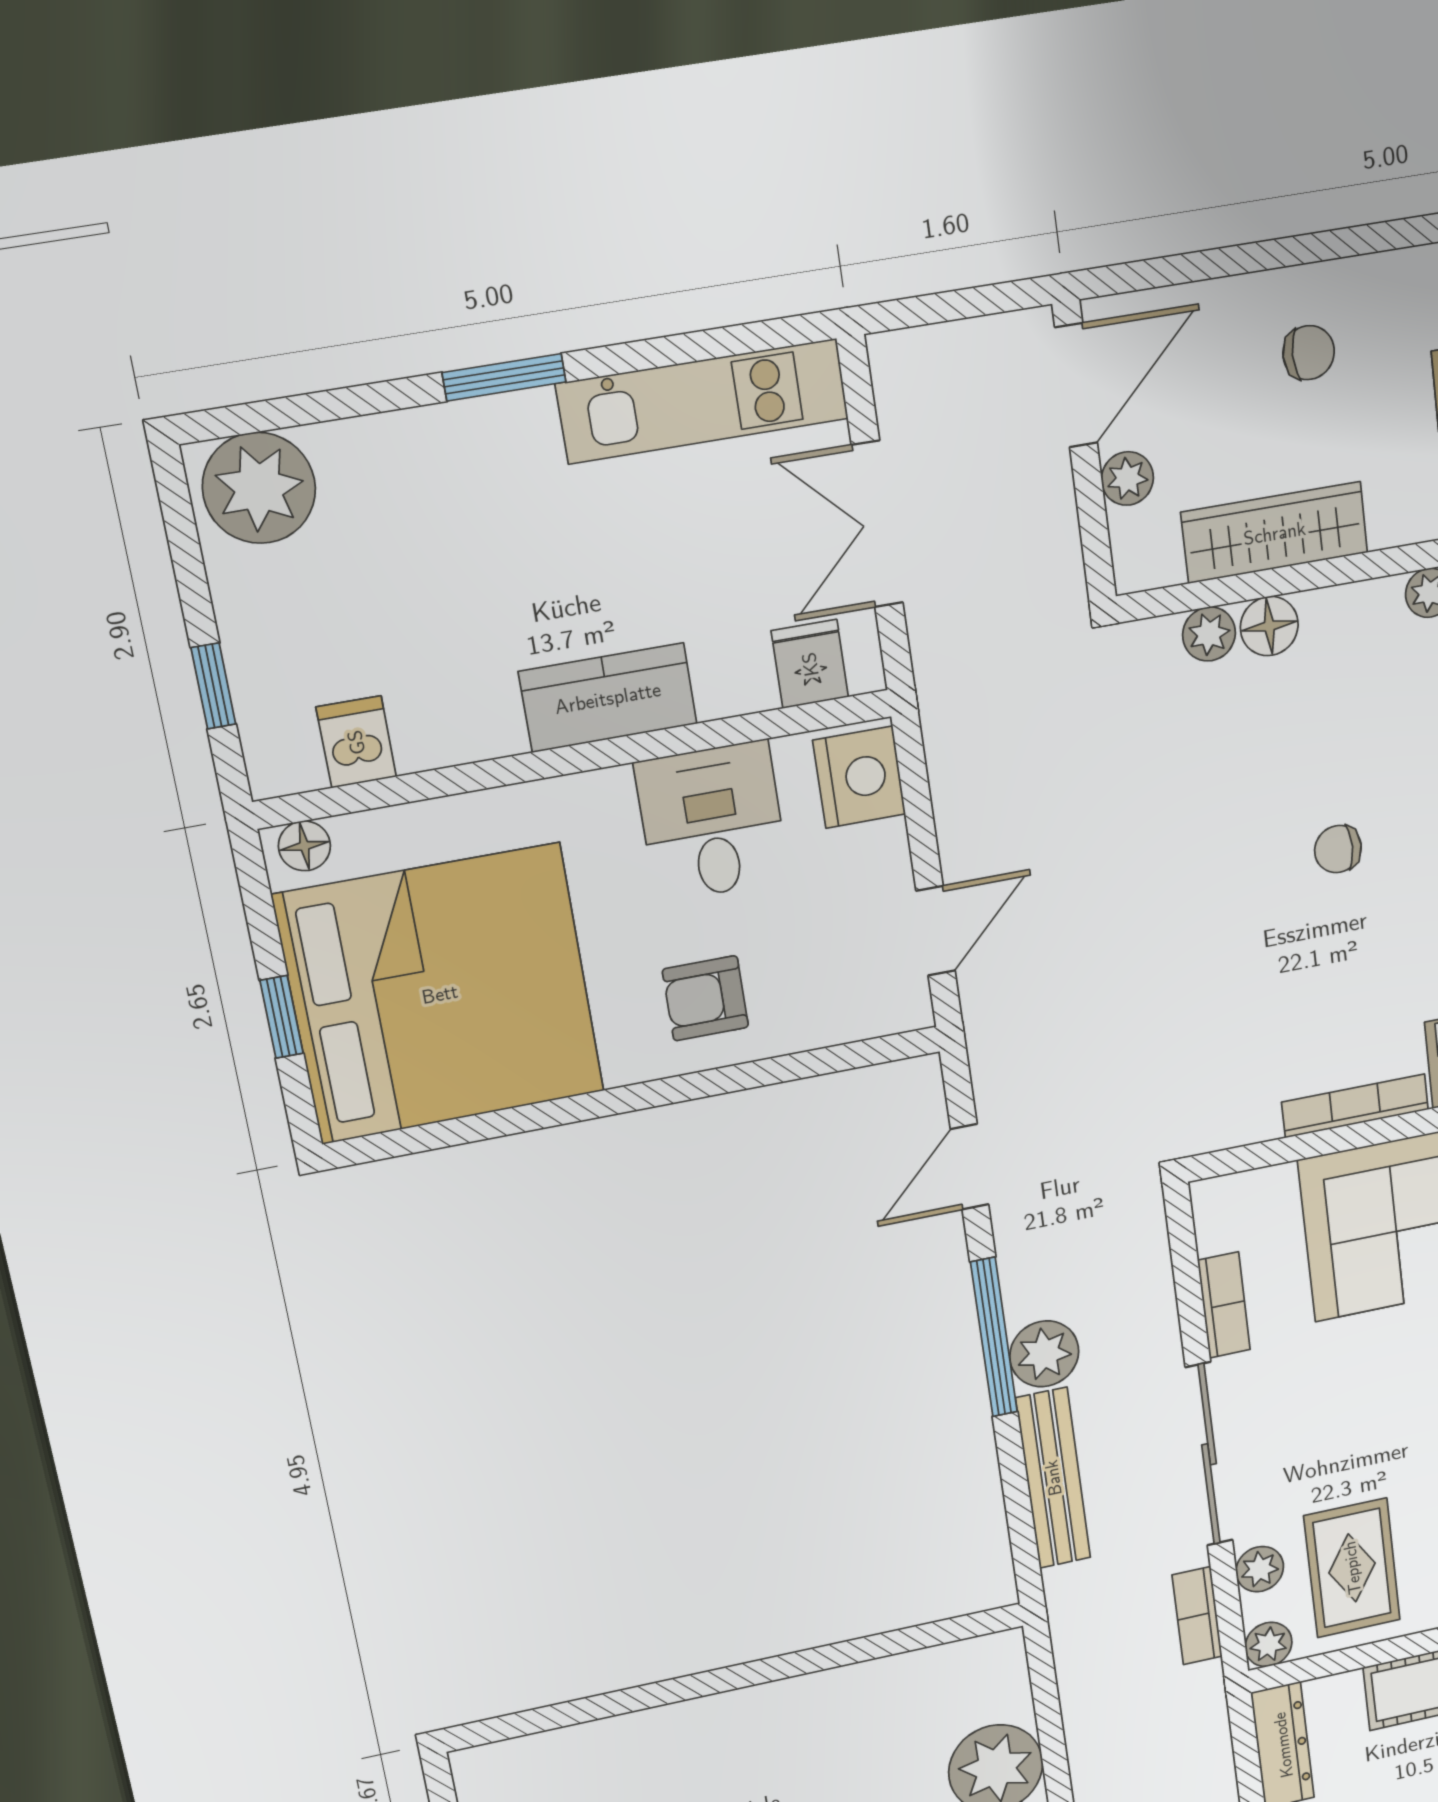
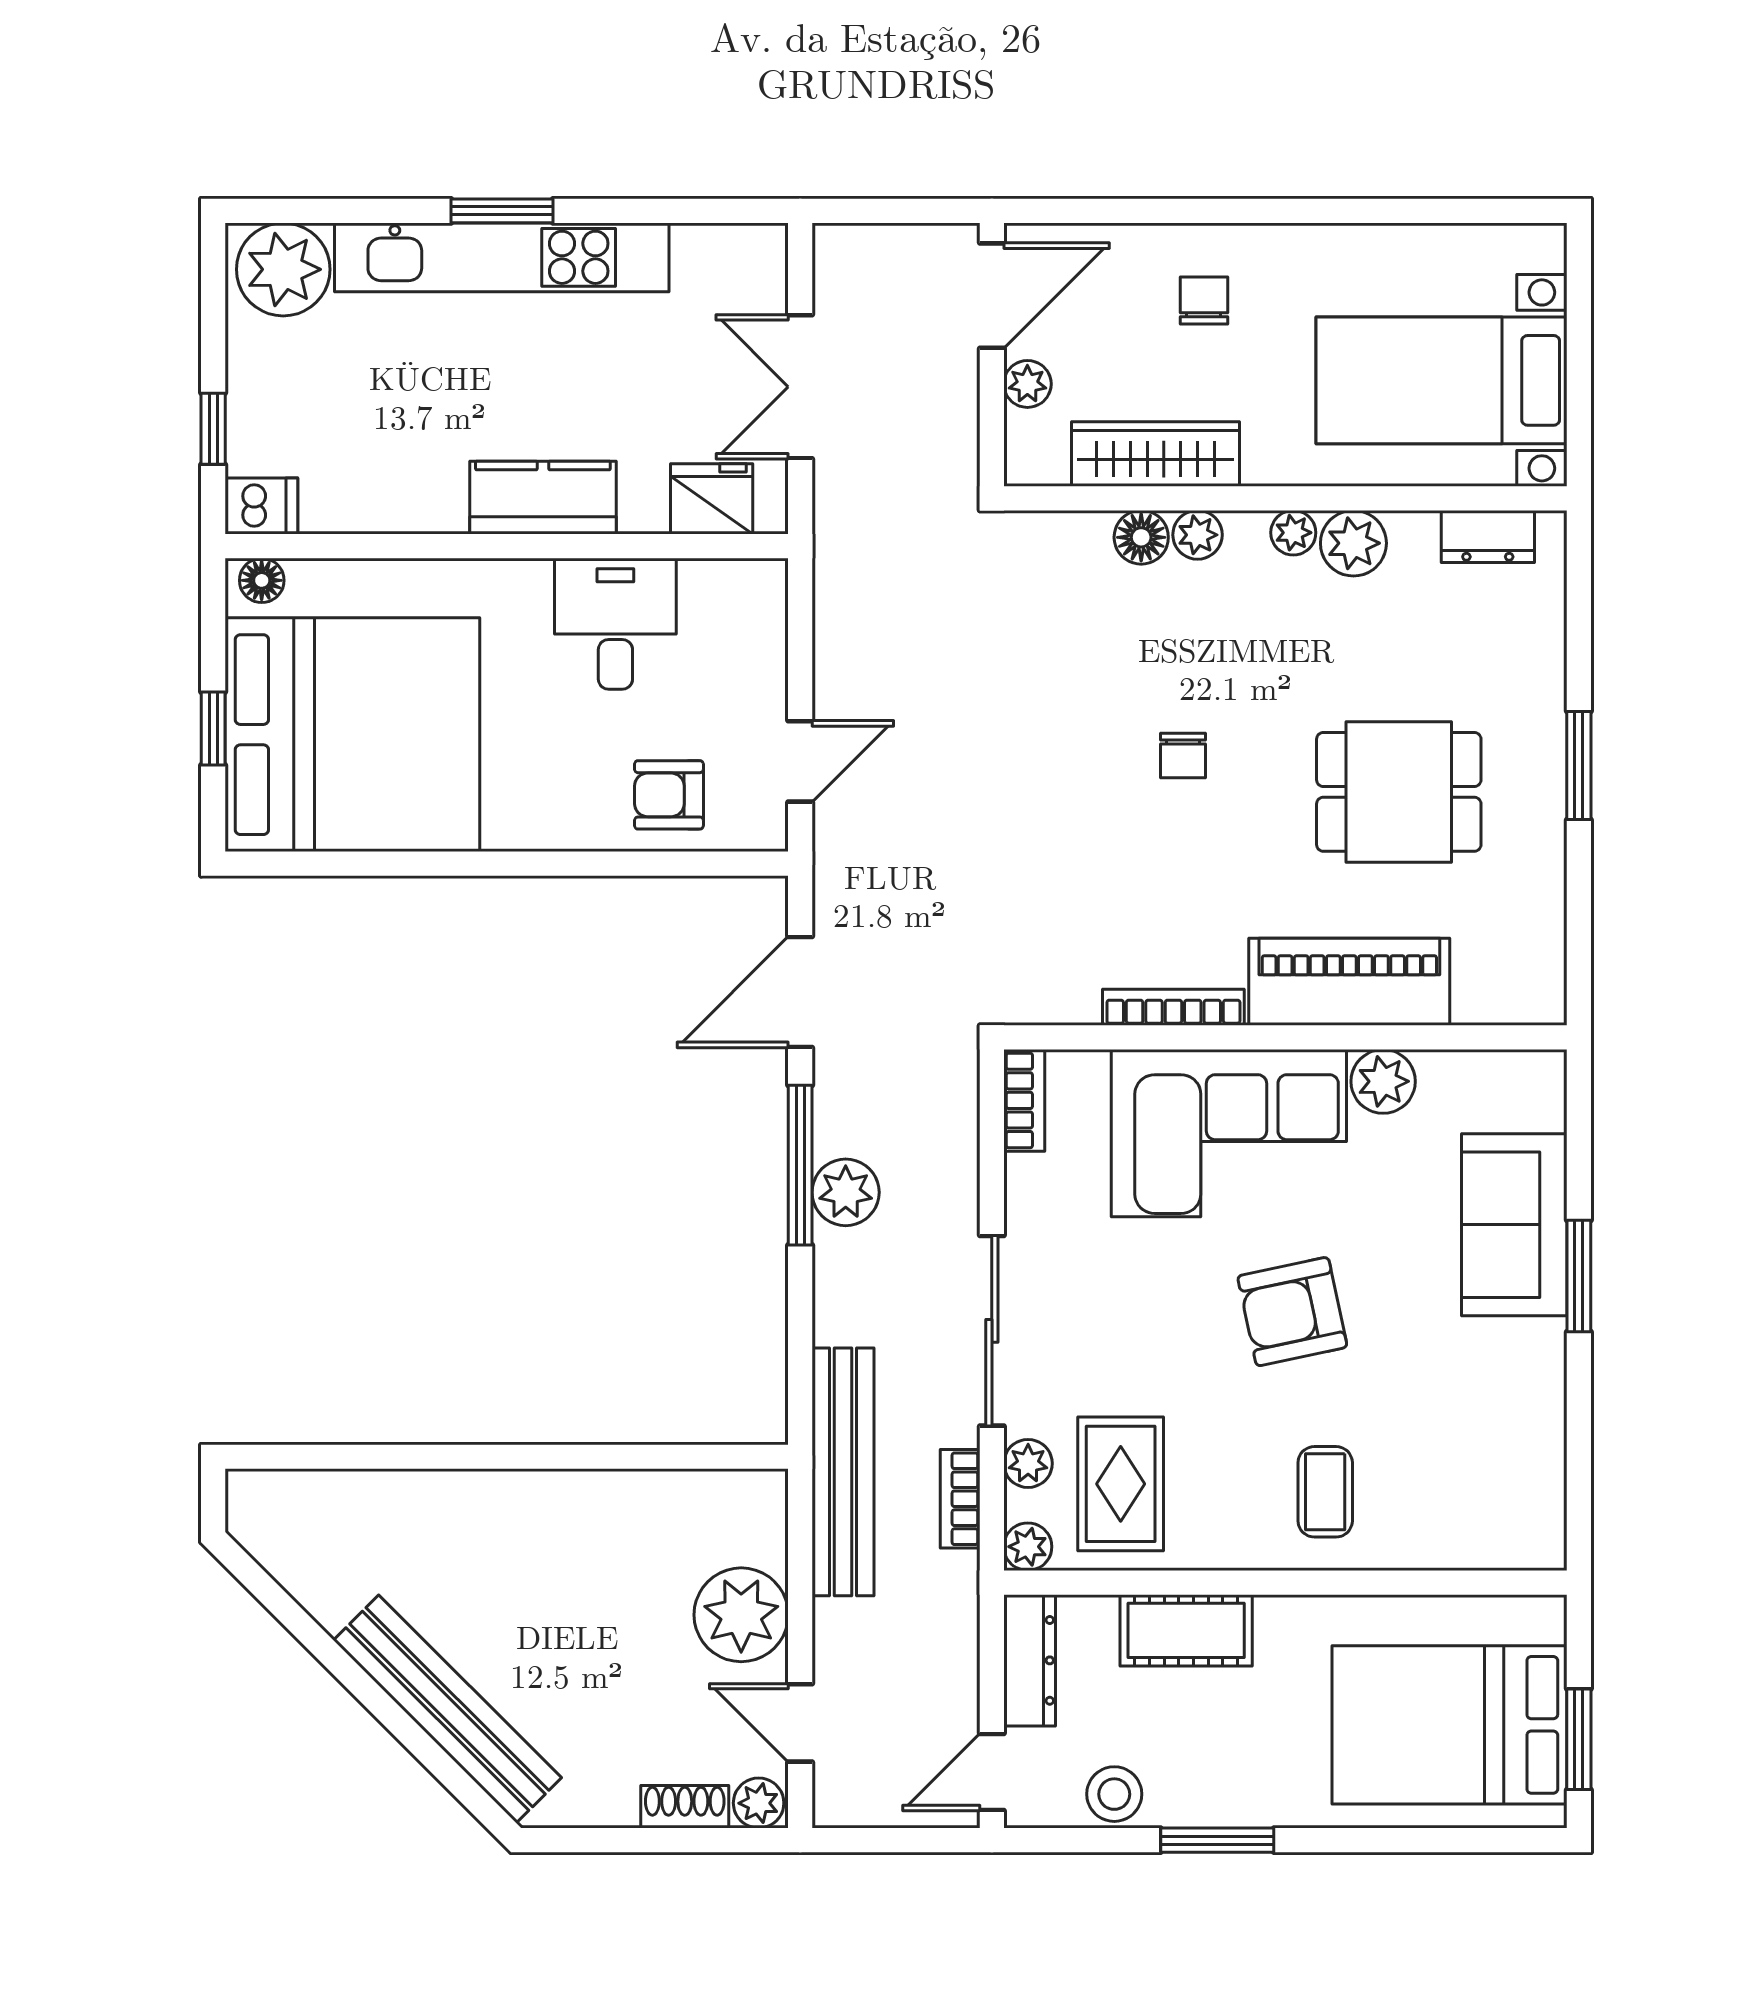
chair: (1309, 353) -> (1204, 301), turned -90
kitchen unit: (703, 401) -> (502, 257), moved, width x1.36
plant: (1209, 634) -> (1198, 535), moved
fridge: (810, 664) -> (712, 499), width x1.38
dishwasher: (356, 742) -> (261, 506), moved, turned 90
nightstand: (859, 777) -> (752, 608), removed
chair: (1338, 849) -> (1183, 755), turned -90
armchair: (705, 998) -> (669, 795), moved
door: (970, 1167) -> (800, 992), width x1.38
bookcase: (1224, 1305) -> (1024, 1100), moved
bench: (1053, 1478) -> (843, 1472), moved, width x1.37, depth x1.21

